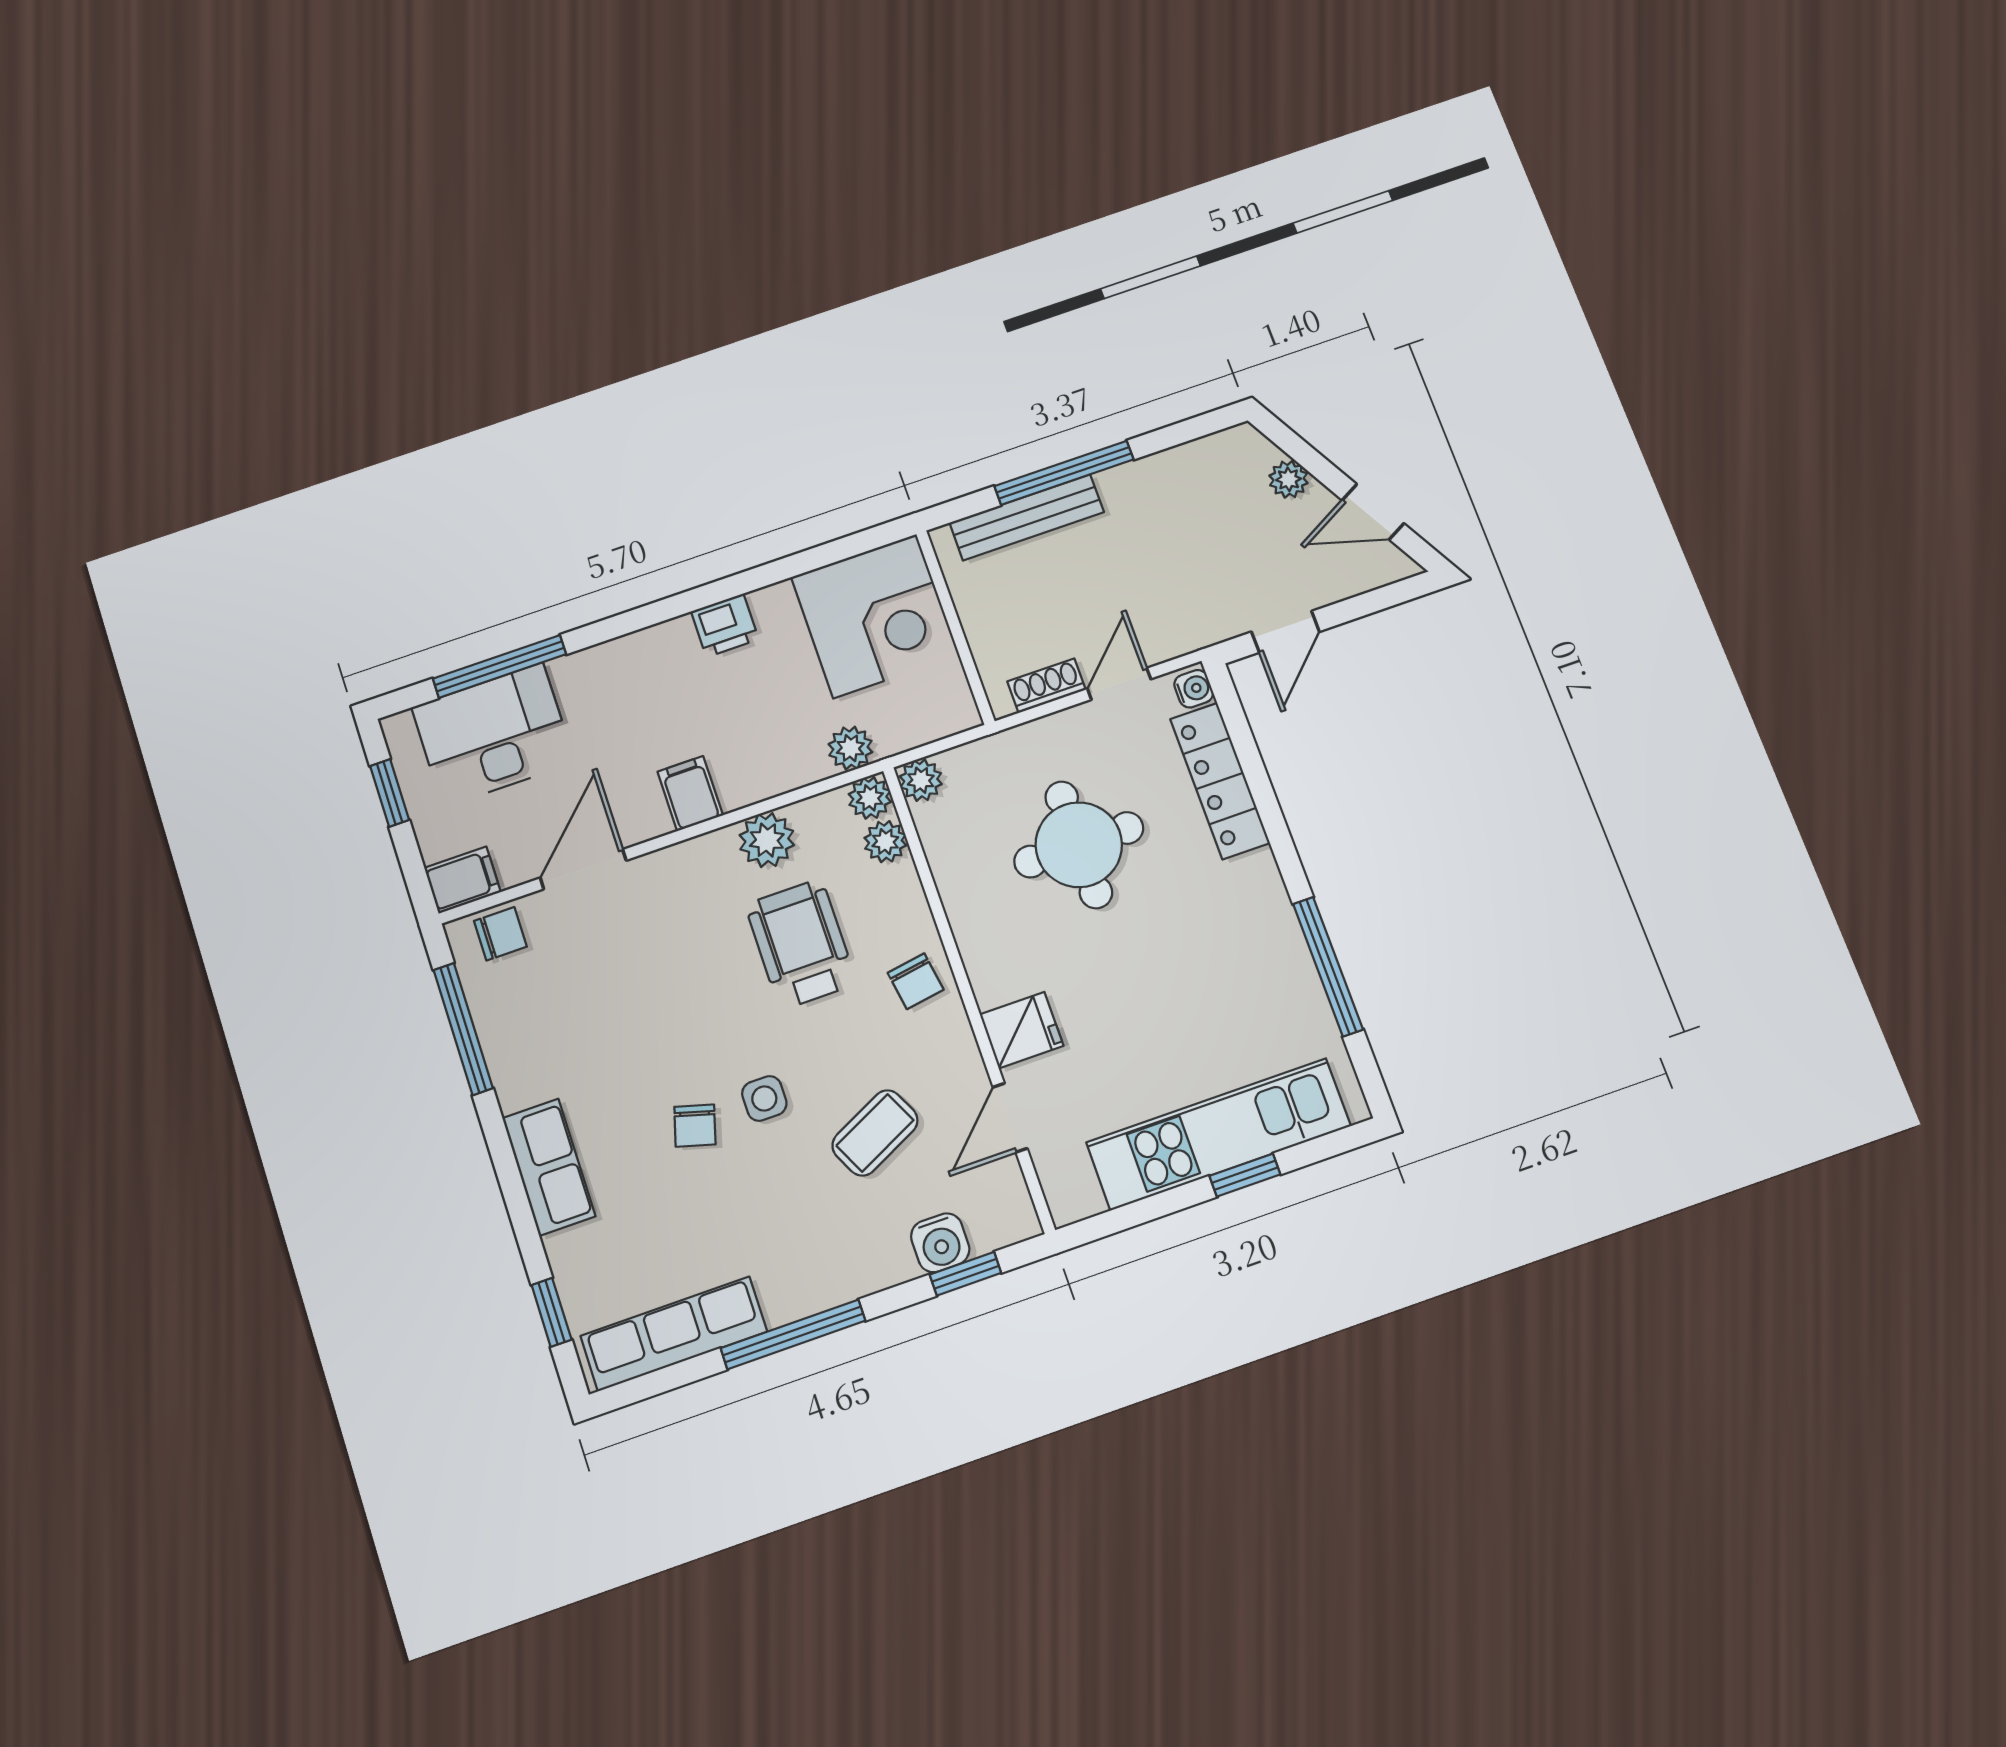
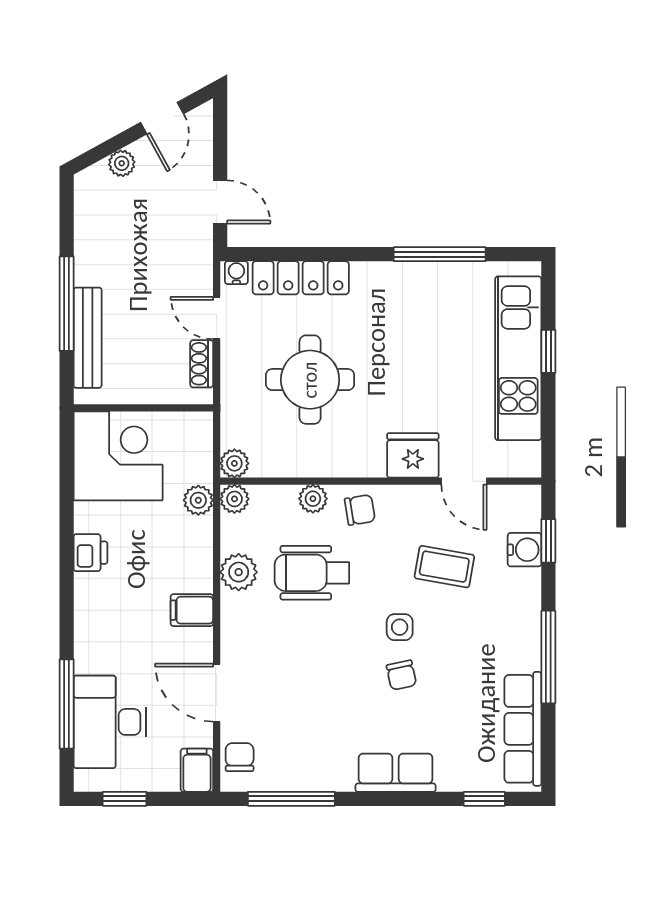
plant: (885, 842) -> (313, 499), moved
fridge: (1022, 1030) -> (413, 455), width x1.38
chair: (695, 1126) -> (401, 675), turned 62
coffee table: (875, 1133) -> (444, 567), turned -54

